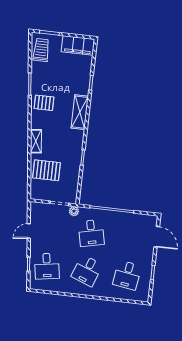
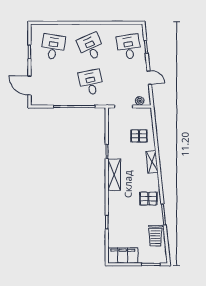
trolley: (41, 50) -> (155, 236), moved
shelving: (80, 112) -> (114, 175), moved
pallet: (47, 170) -> (139, 136), width x0.67, depth x0.71
plant: (74, 211) -> (140, 101), moved
door: (29, 231) -> (149, 78), hinge flipped
desk: (87, 271) -> (91, 47), turned -45

